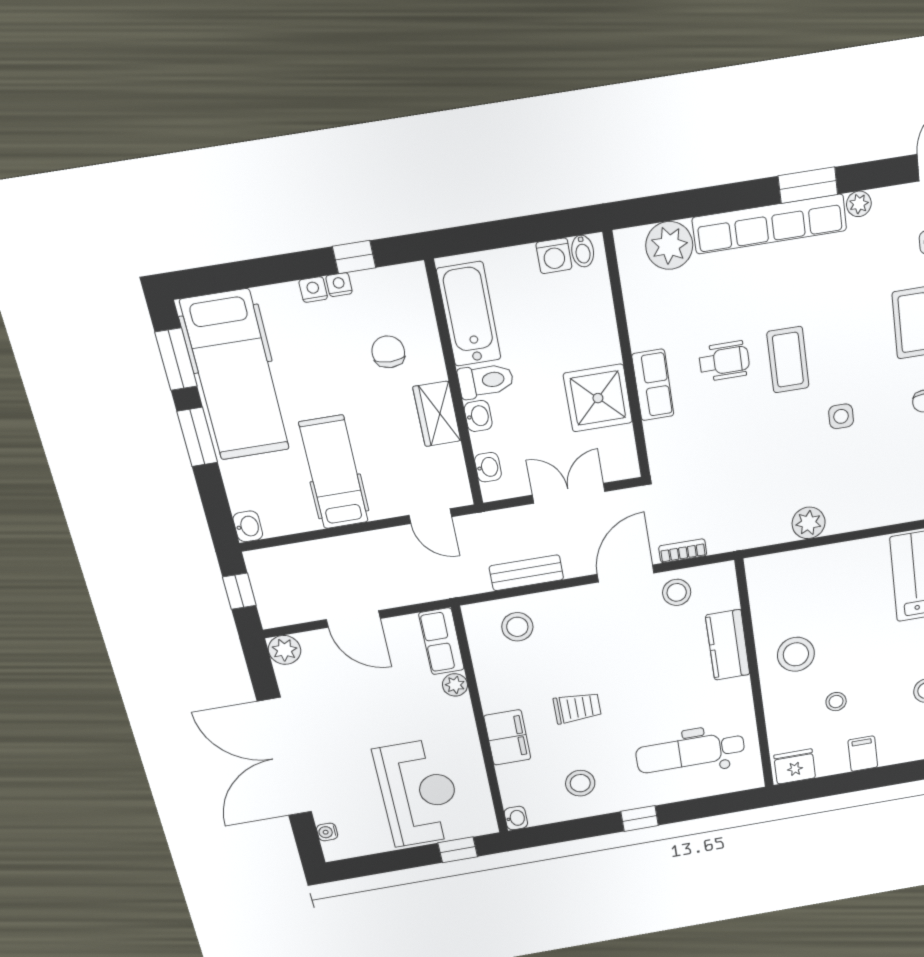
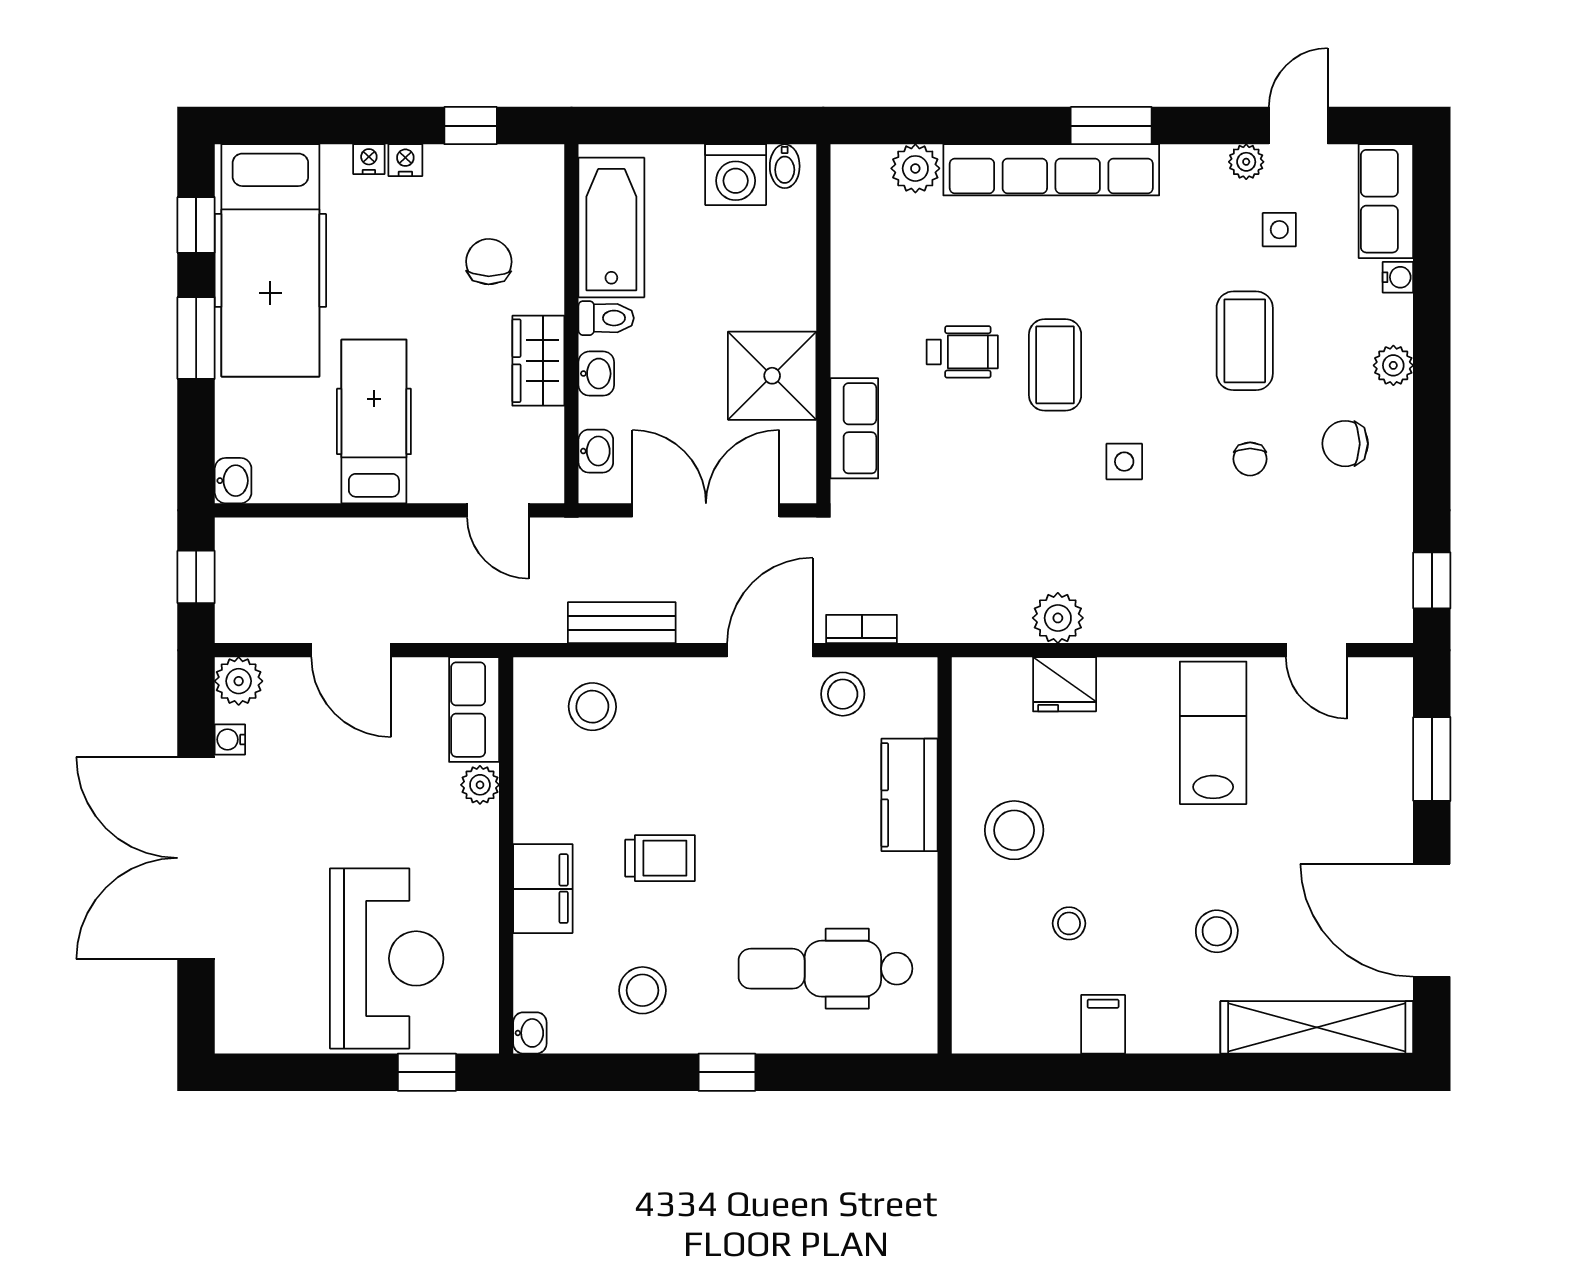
plant: (859, 204) -> (1246, 162), moved
plant: (669, 245) -> (915, 168), width x0.73, depth x0.73
washing machine: (554, 256) -> (736, 175), width x1.38, depth x1.38
nightstand: (339, 285) -> (369, 159), moved
window: (176, 359) -> (196, 225), width x0.67
toilet: (486, 381) -> (606, 318), width x0.73, depth x0.72
row of seats: (653, 385) -> (854, 428), moved
double door: (569, 493) -> (706, 510), width x1.37
fridge: (795, 767) -> (1065, 684), moved, turned 180
water cooler: (327, 832) -> (230, 739), moved

